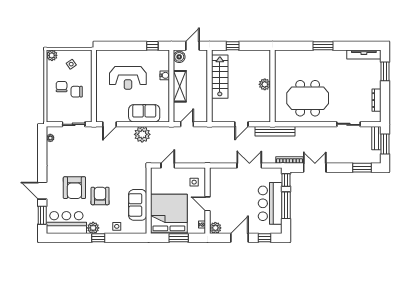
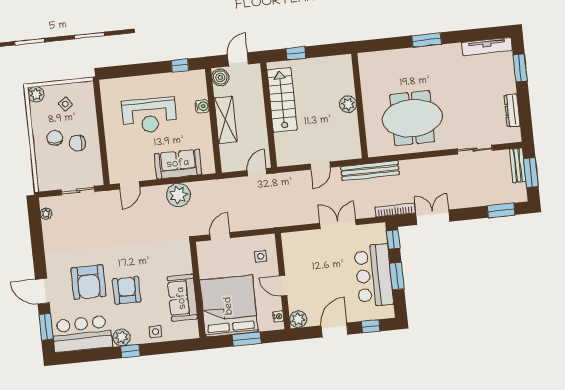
door: (187, 124) -> (257, 172), moved
window: (286, 205) -> (397, 276), width x0.69

